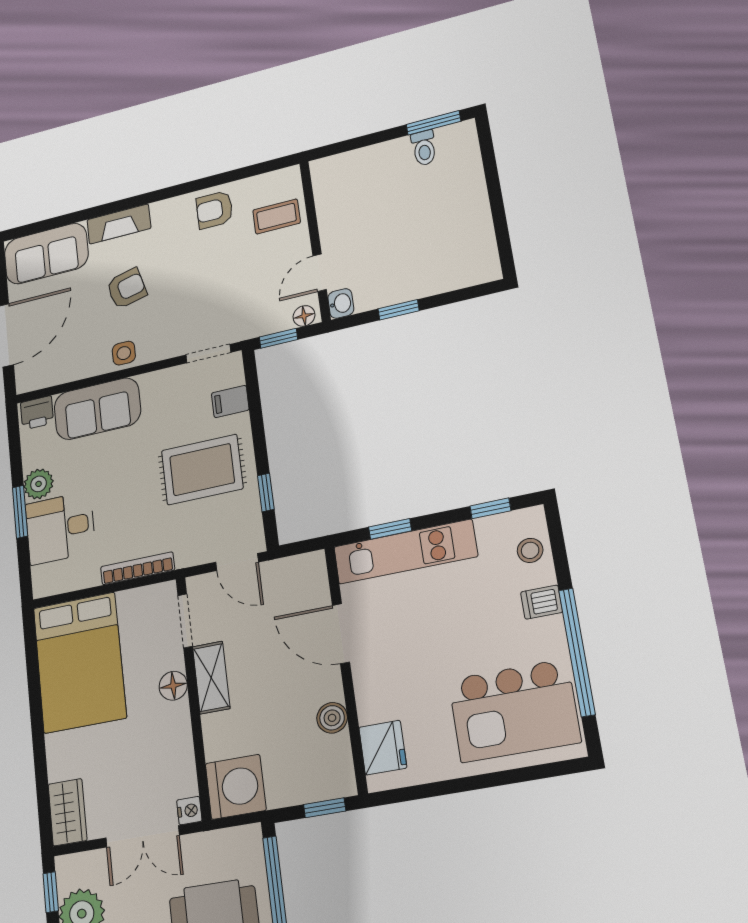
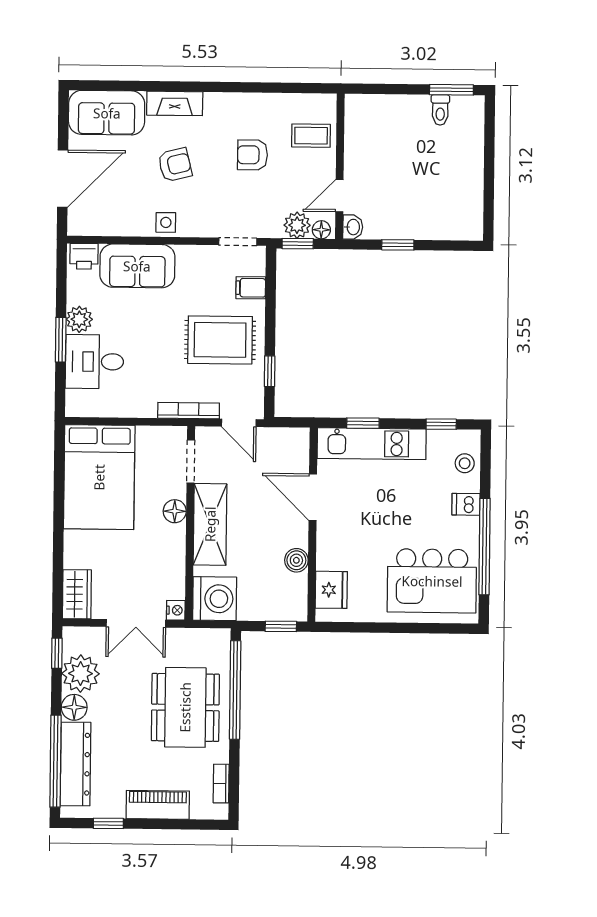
armchair: (214, 210) -> (252, 155), moved
plant: (275, 318) -> (297, 225), added
bookcase: (138, 568) -> (189, 411), moved
shelving: (211, 678) -> (210, 524), width x1.50, depth x1.33

